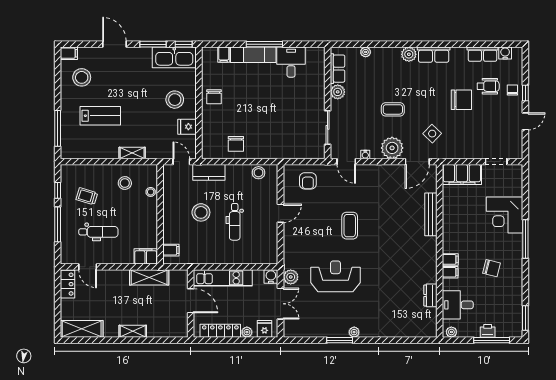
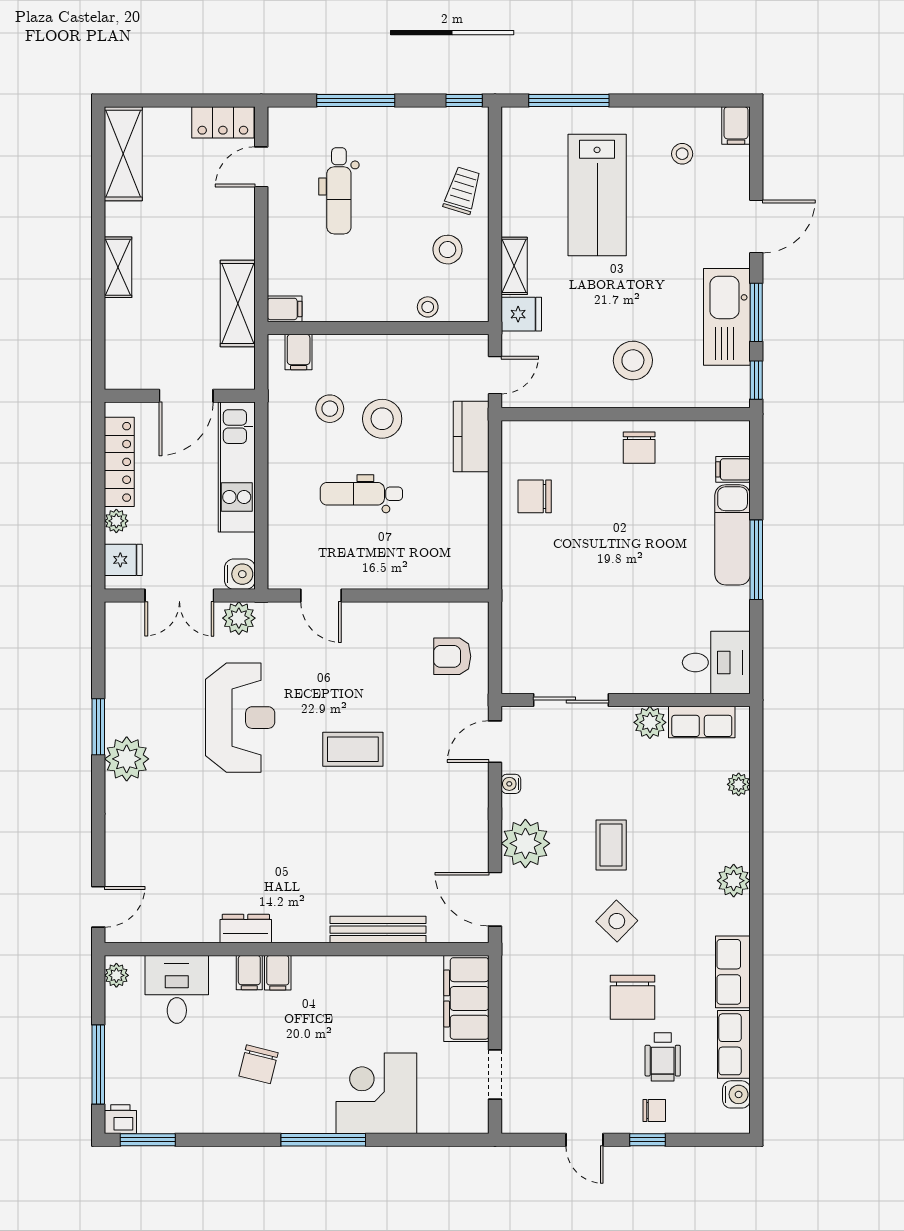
row of seats: (434, 55) -> (733, 972), moved
kitchen sink: (174, 57) -> (727, 317), moved
desk: (291, 62) -> (716, 663), moved
stool: (82, 77) -> (682, 154), width x0.53, depth x0.53
chair: (214, 97) -> (639, 448), turned -90
lab bench: (100, 116) -> (597, 195), width x1.36, depth x1.39
fridge: (187, 127) -> (521, 314), moved, turned 90
side table: (432, 134) -> (617, 921), moved
stool: (259, 173) -> (330, 409), moved
window: (58, 190) -> (464, 100), moved
trolley: (87, 196) -> (462, 190), moved
door: (281, 213) -> (321, 596), moved
filing cabinet: (146, 256) -> (285, 309), width x0.50
dresser: (430, 295) -> (246, 929), moved
printer: (488, 331) -> (120, 1119), moved, turned -90
plant: (354, 332) -> (127, 759), width x1.87, depth x1.87
door: (421, 340) -> (98, 907), added

